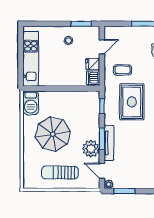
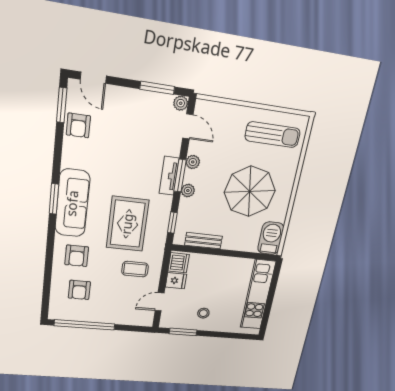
bench: (78, 96) -> (204, 241), added
plant: (95, 130) -> (188, 191), added
tv unit: (109, 143) -> (169, 176), width x0.71
plant: (91, 149) -> (193, 162), width x0.53, depth x0.53
sun lounger: (60, 173) -> (273, 135), moved

